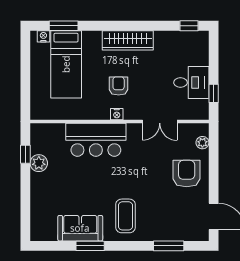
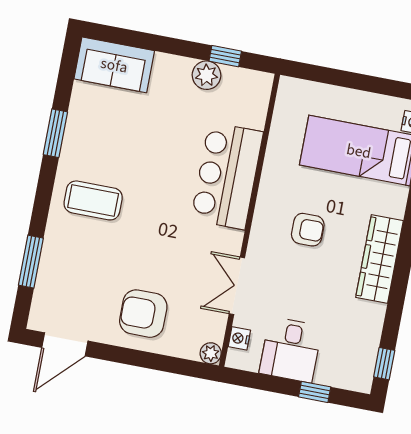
window: (214, 93) -> (315, 392), moved
nightstand: (117, 114) -> (239, 338), moved
plant: (202, 143) -> (211, 353), moved
armchair: (187, 174) -> (143, 314), turned 180
sofa: (80, 228) -> (114, 65), moved, turned 90

